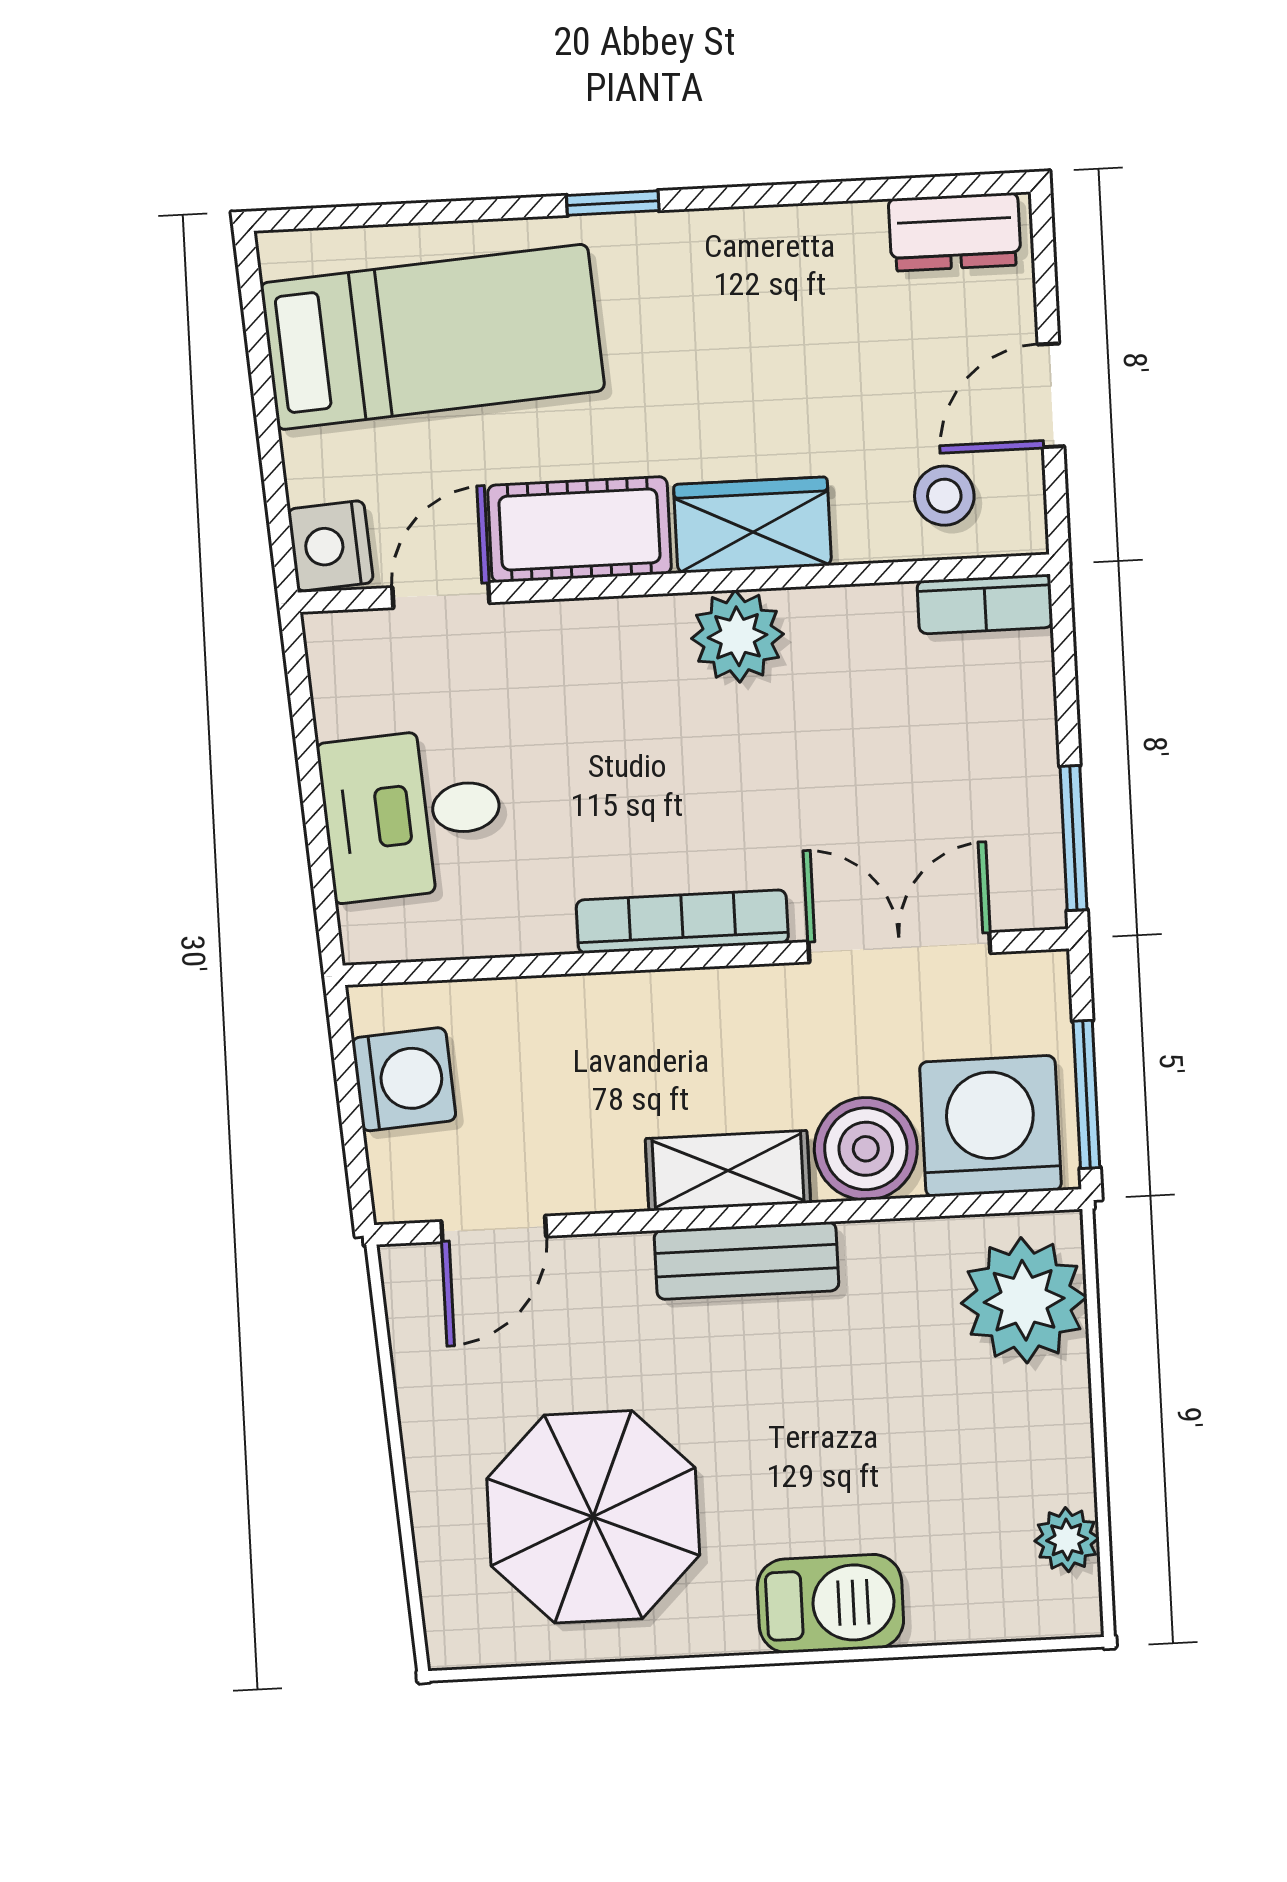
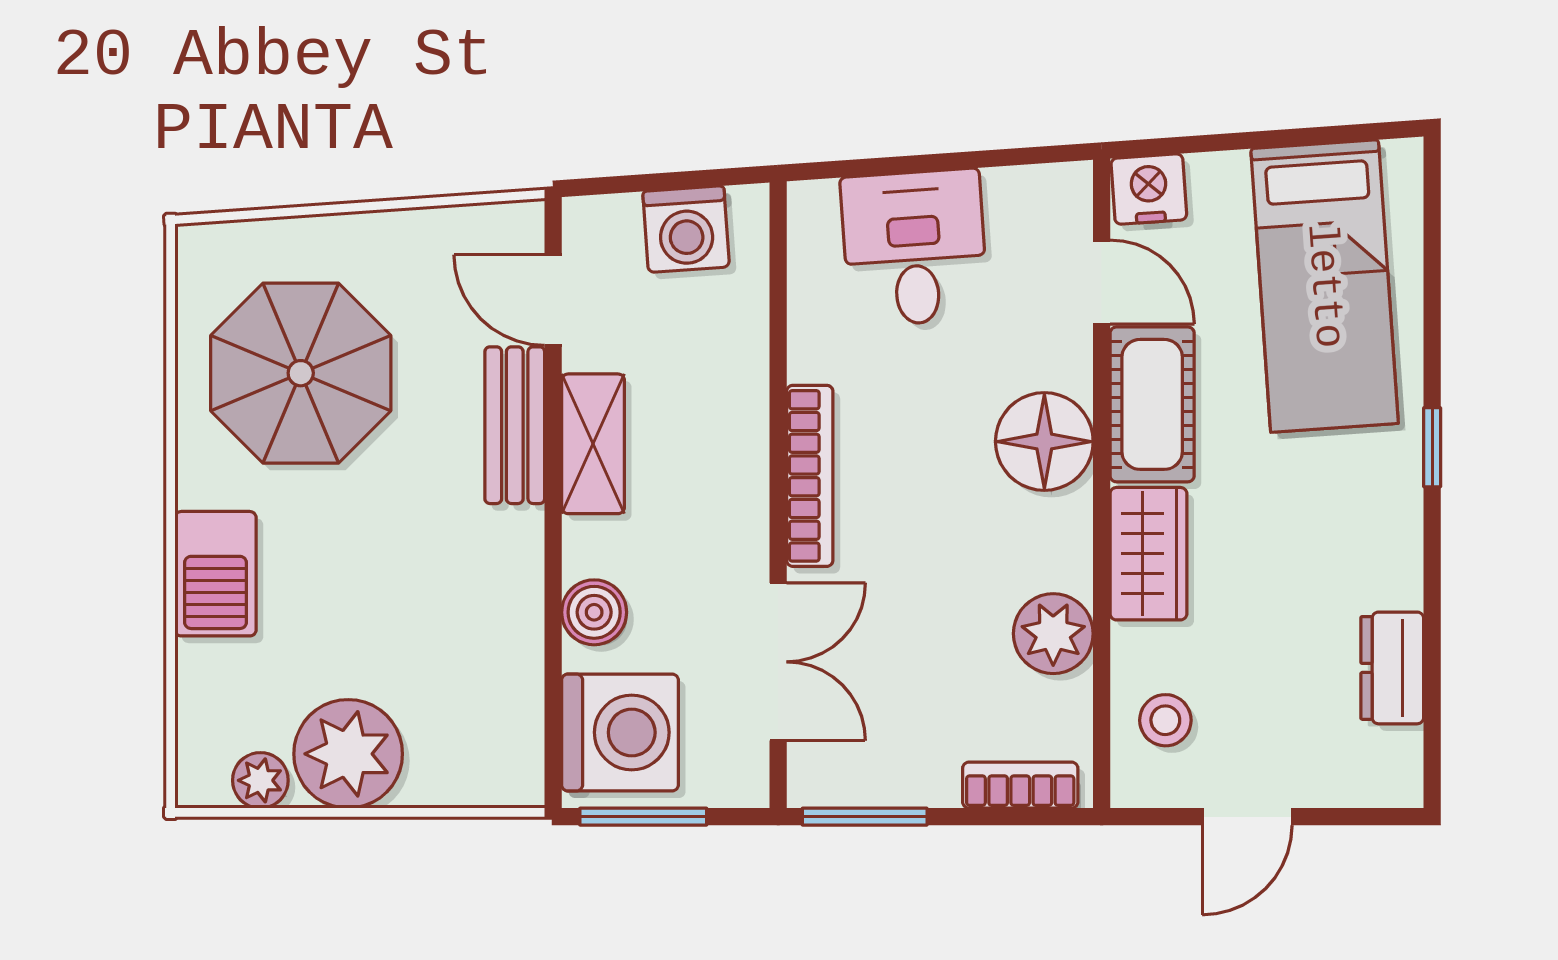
dresser: (955, 232) -> (1392, 668), moved
door: (1051, 395) -> (1247, 817), swing flipped
bookcase: (985, 604) -> (1020, 785), moved, turned 90
plant: (738, 636) -> (1053, 634), moved
floor lamp: (629, 652) -> (1044, 442), added
boiler: (866, 1149) -> (594, 612), width x0.73, depth x0.73
shelving: (728, 1171) -> (593, 444), moved
bench: (746, 1261) -> (515, 425), moved
plant: (1024, 1300) -> (348, 754), moved

